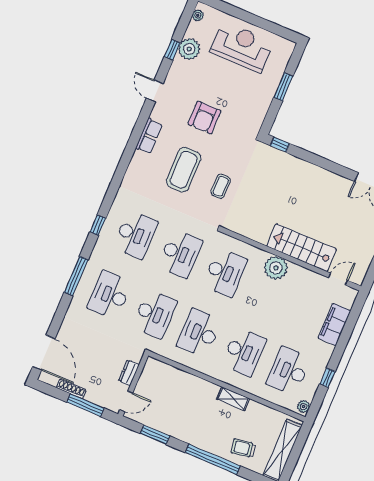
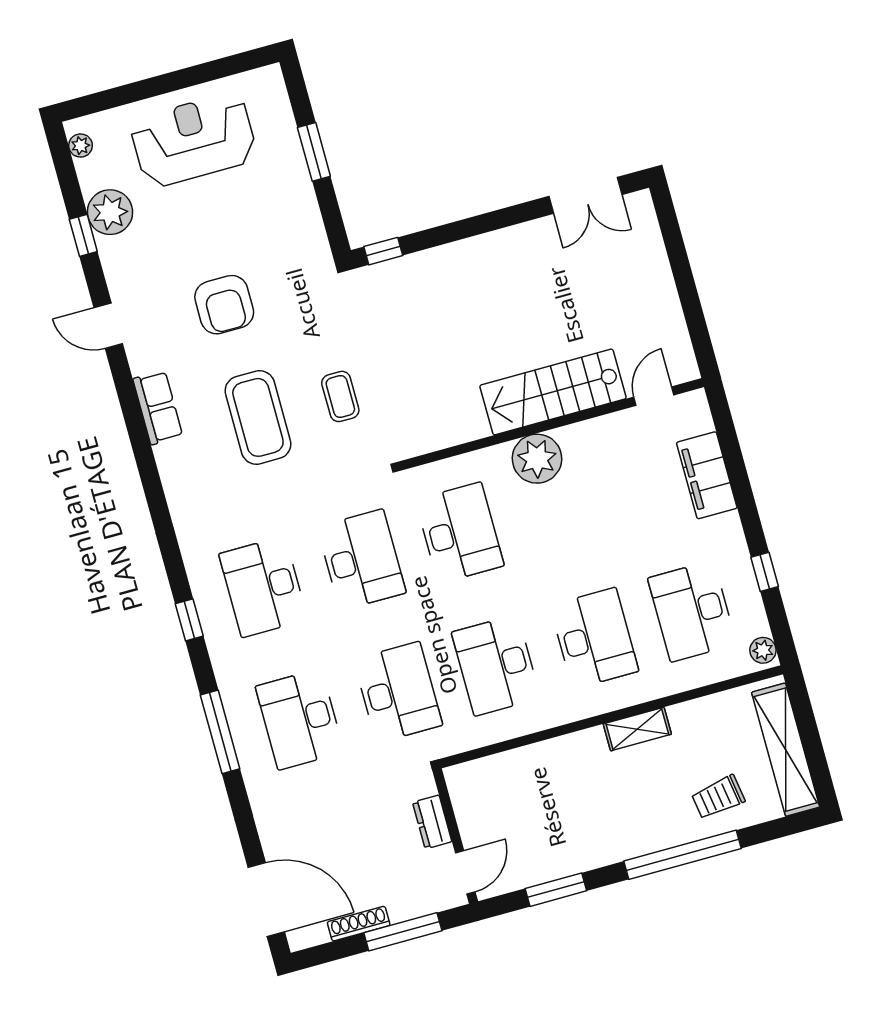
desk: (135, 235) -> (263, 587), turned 180

